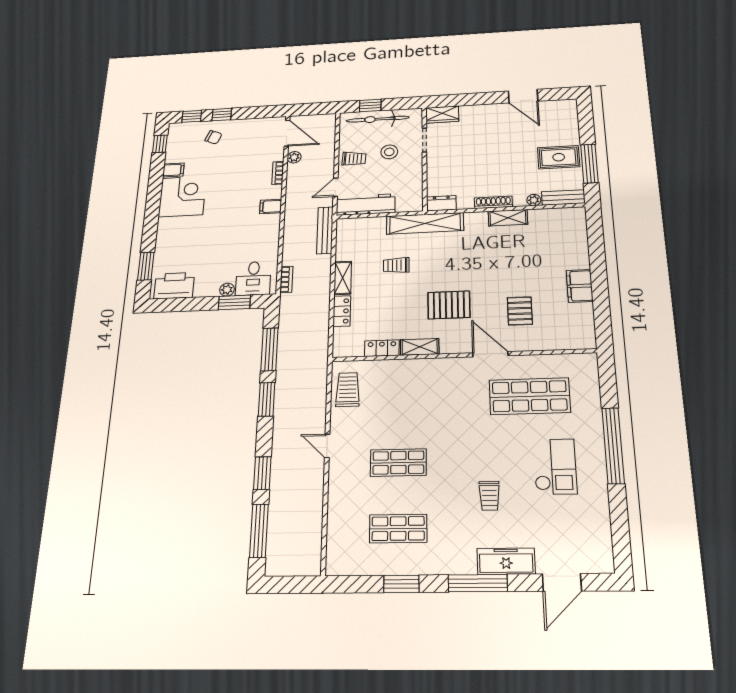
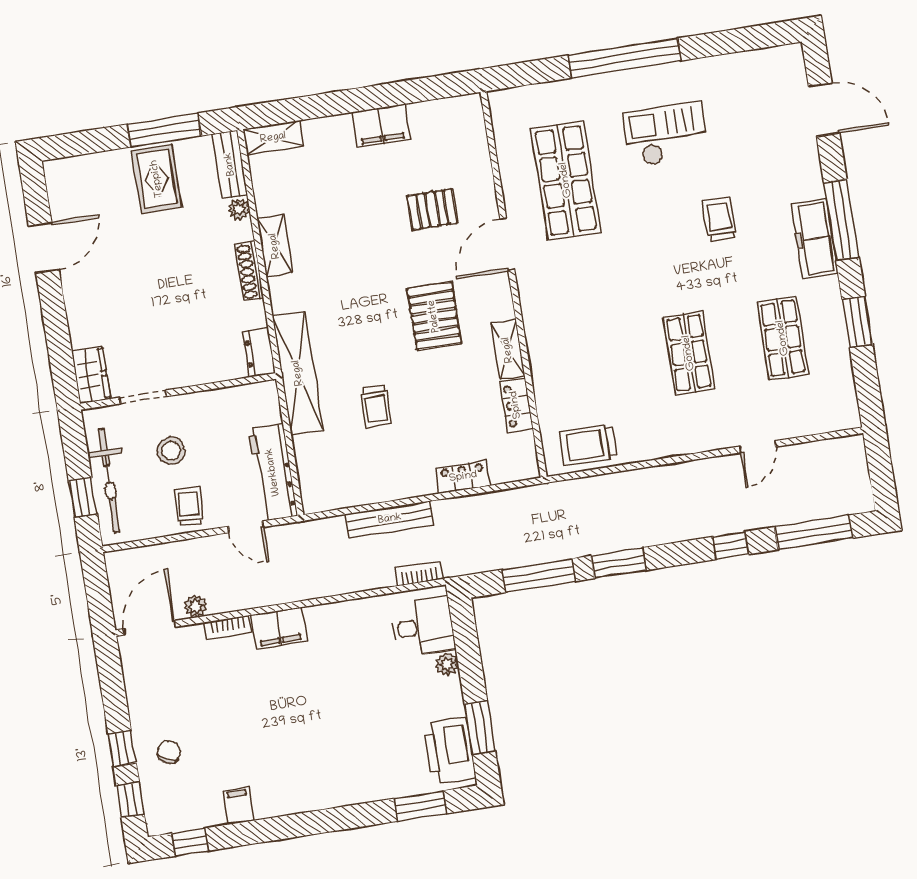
corner desk: (182, 196) -> (287, 778), removed
filing cabinet: (271, 207) -> (279, 628), width x2.00
bench: (325, 230) -> (390, 519), moved
shelving: (343, 278) -> (273, 138), moved
window: (234, 302) -> (480, 728), moved
door: (327, 446) -> (757, 447), moved
window: (262, 473) -> (731, 545), width x0.67
trolley: (489, 496) -> (720, 219), turned -90
freezer: (506, 561) -> (815, 239), moved

